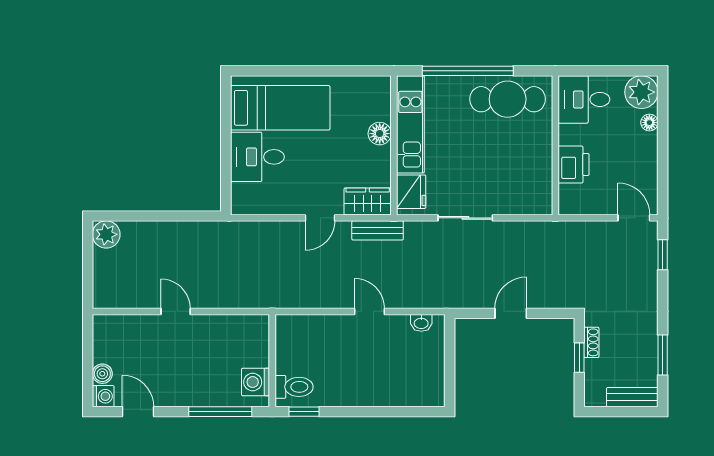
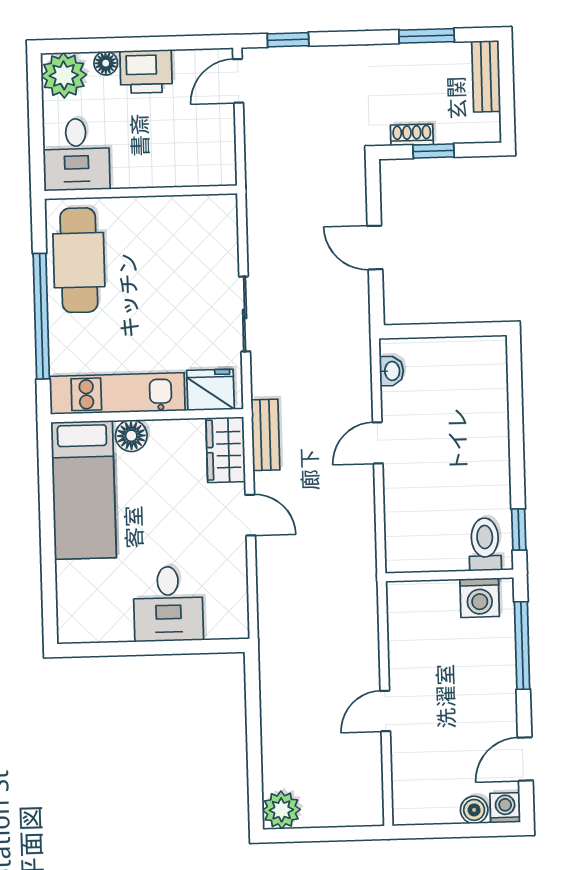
bed: (280, 108) -> (83, 490), moved, turned 180
printer: (574, 164) -> (146, 71), moved, turned 180

